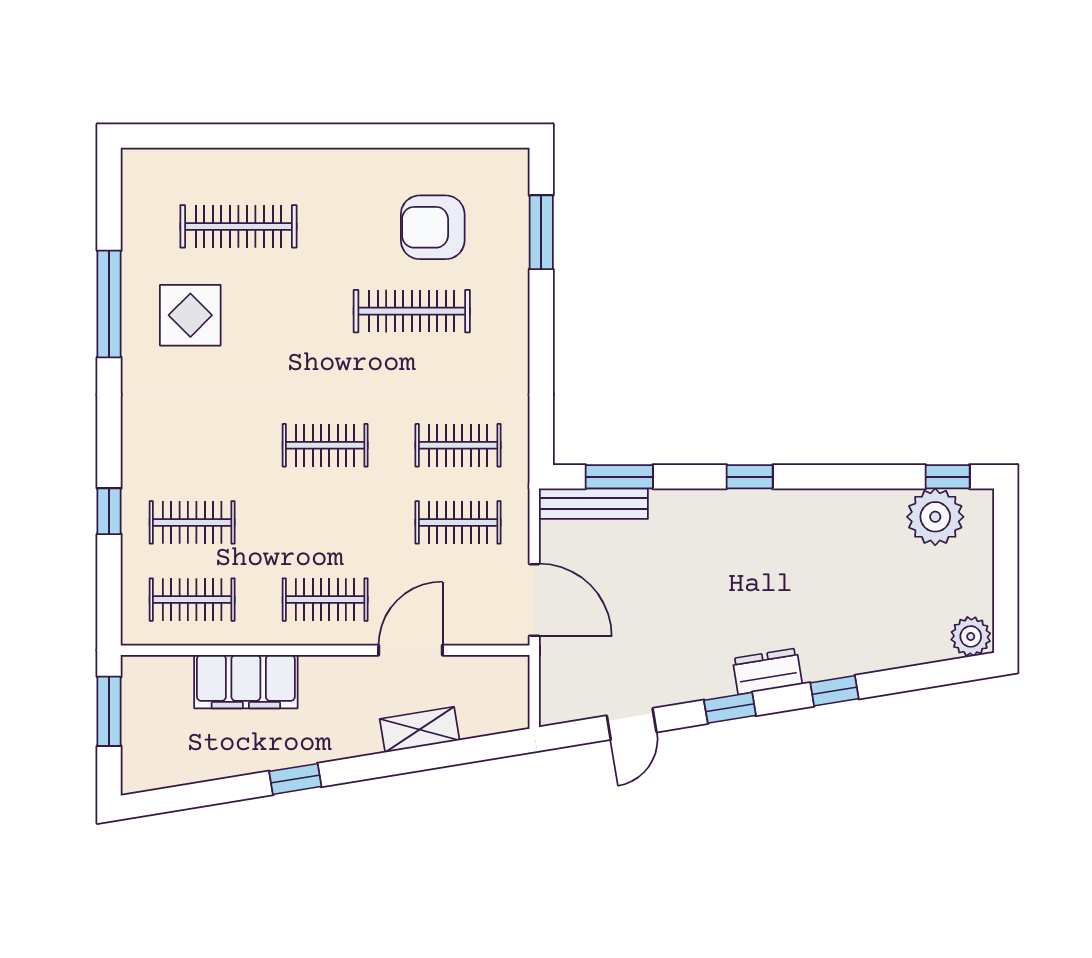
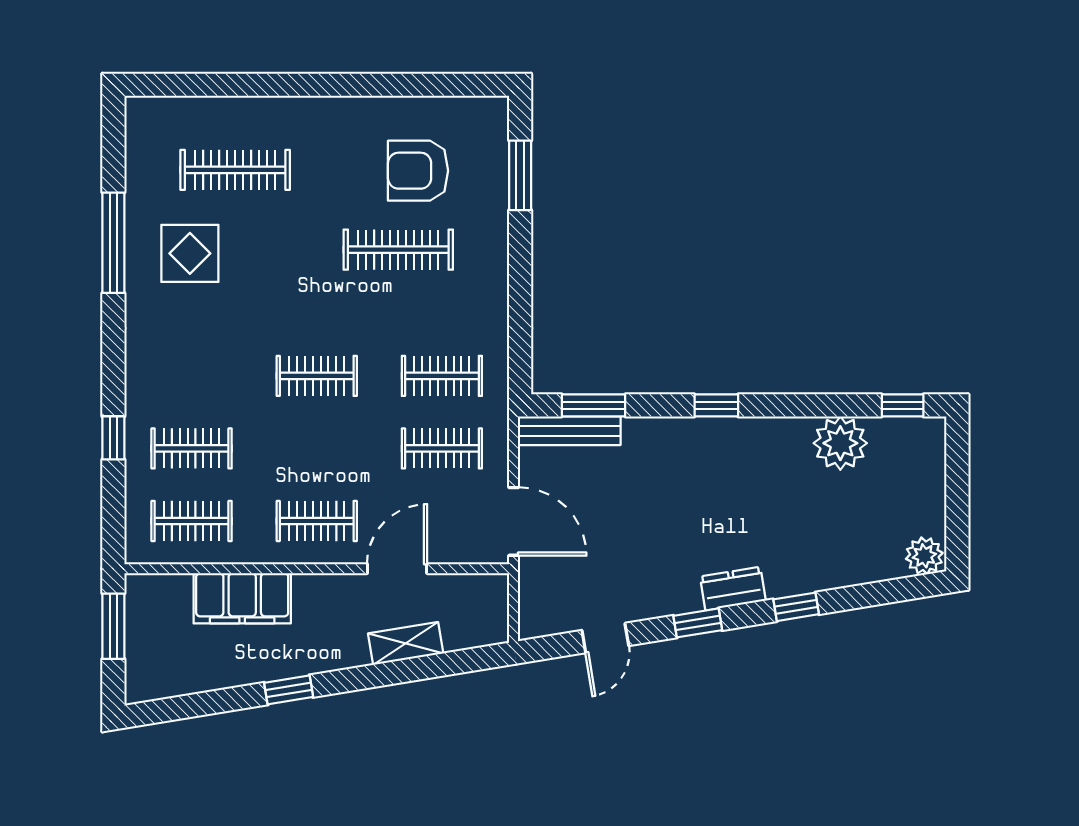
plant: (935, 517) -> (840, 443), moved

